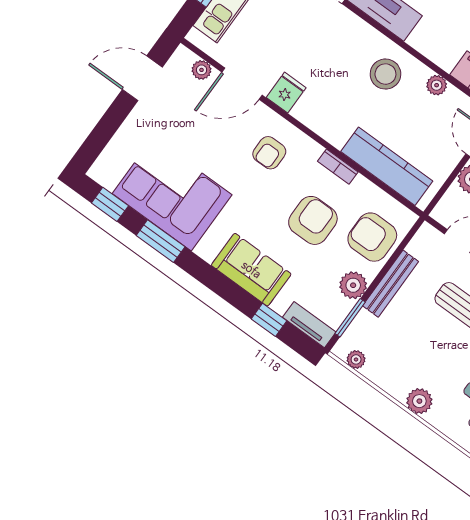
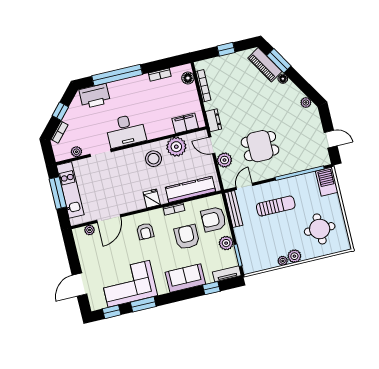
door: (142, 78) -> (80, 285), moved
plant: (437, 85) -> (176, 147), width x1.88, depth x1.88
fridge: (286, 93) -> (152, 198), moved
bench: (391, 284) -> (234, 209), moved
plant: (356, 359) -> (283, 261), moved

